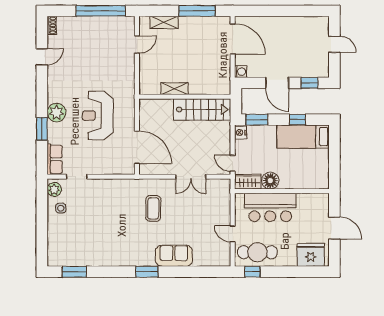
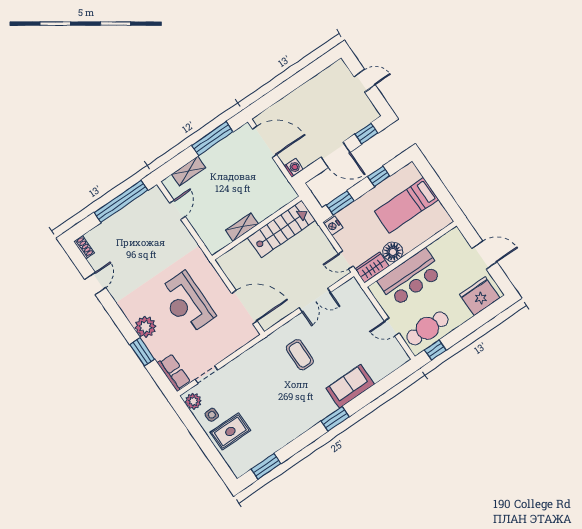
bed: (303, 137) -> (407, 205), moved
rug: (66, 229) -> (230, 431), added

